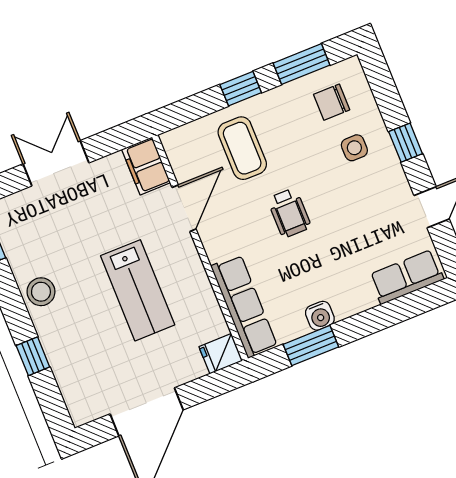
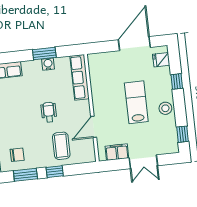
side table: (354, 148) -> (13, 132), removed
filing cabinet: (146, 166) -> (117, 152), moved, turned -90
lab bench: (138, 290) -> (136, 102), moved
window: (311, 346) -> (44, 54), moved
fridge: (221, 354) -> (161, 60), moved, turned 180

